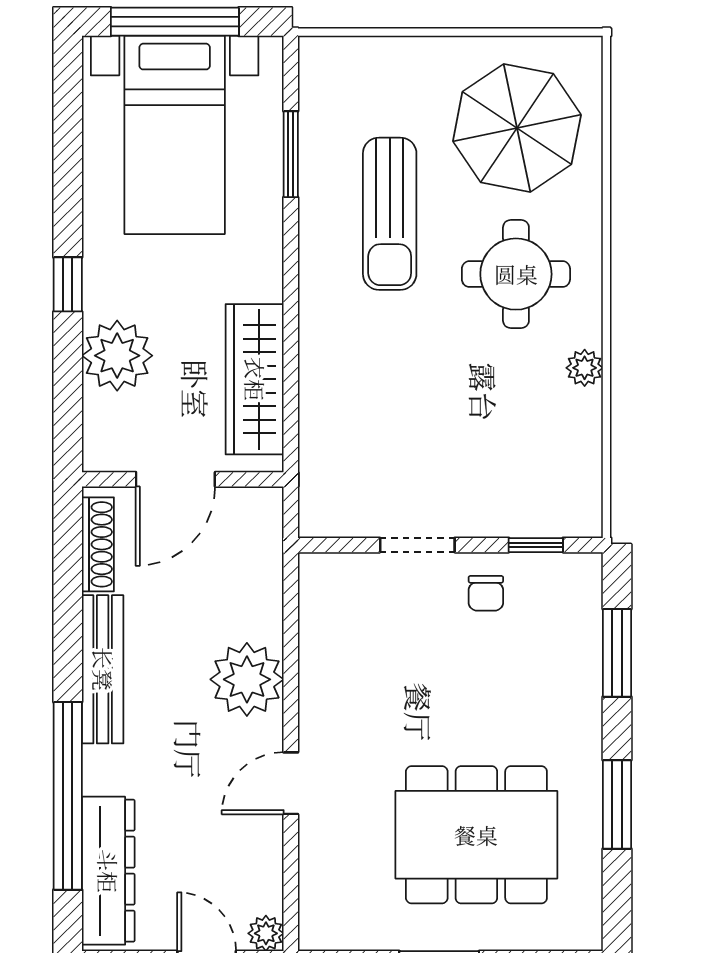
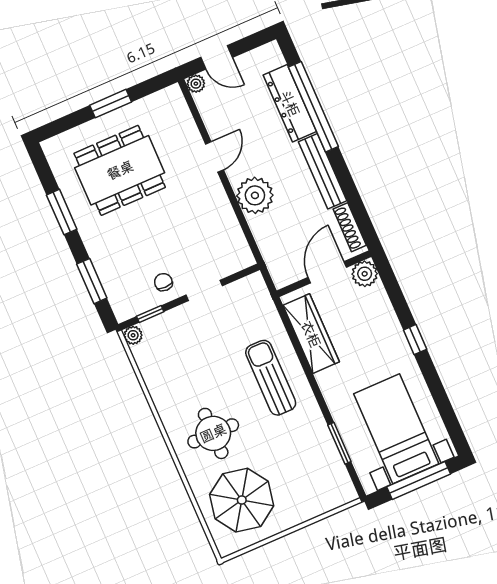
sun lounger: (390, 214) -> (271, 378), moved
plant: (117, 356) -> (365, 274), moved, width x0.73, depth x0.73
plant: (585, 368) -> (133, 335), moved
dresser: (108, 871) -> (290, 103), moved

